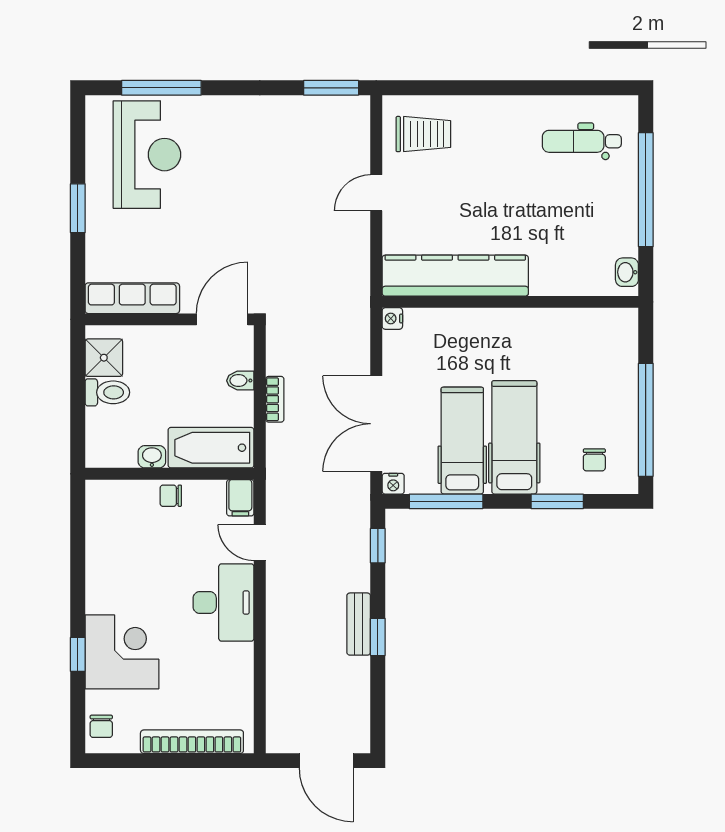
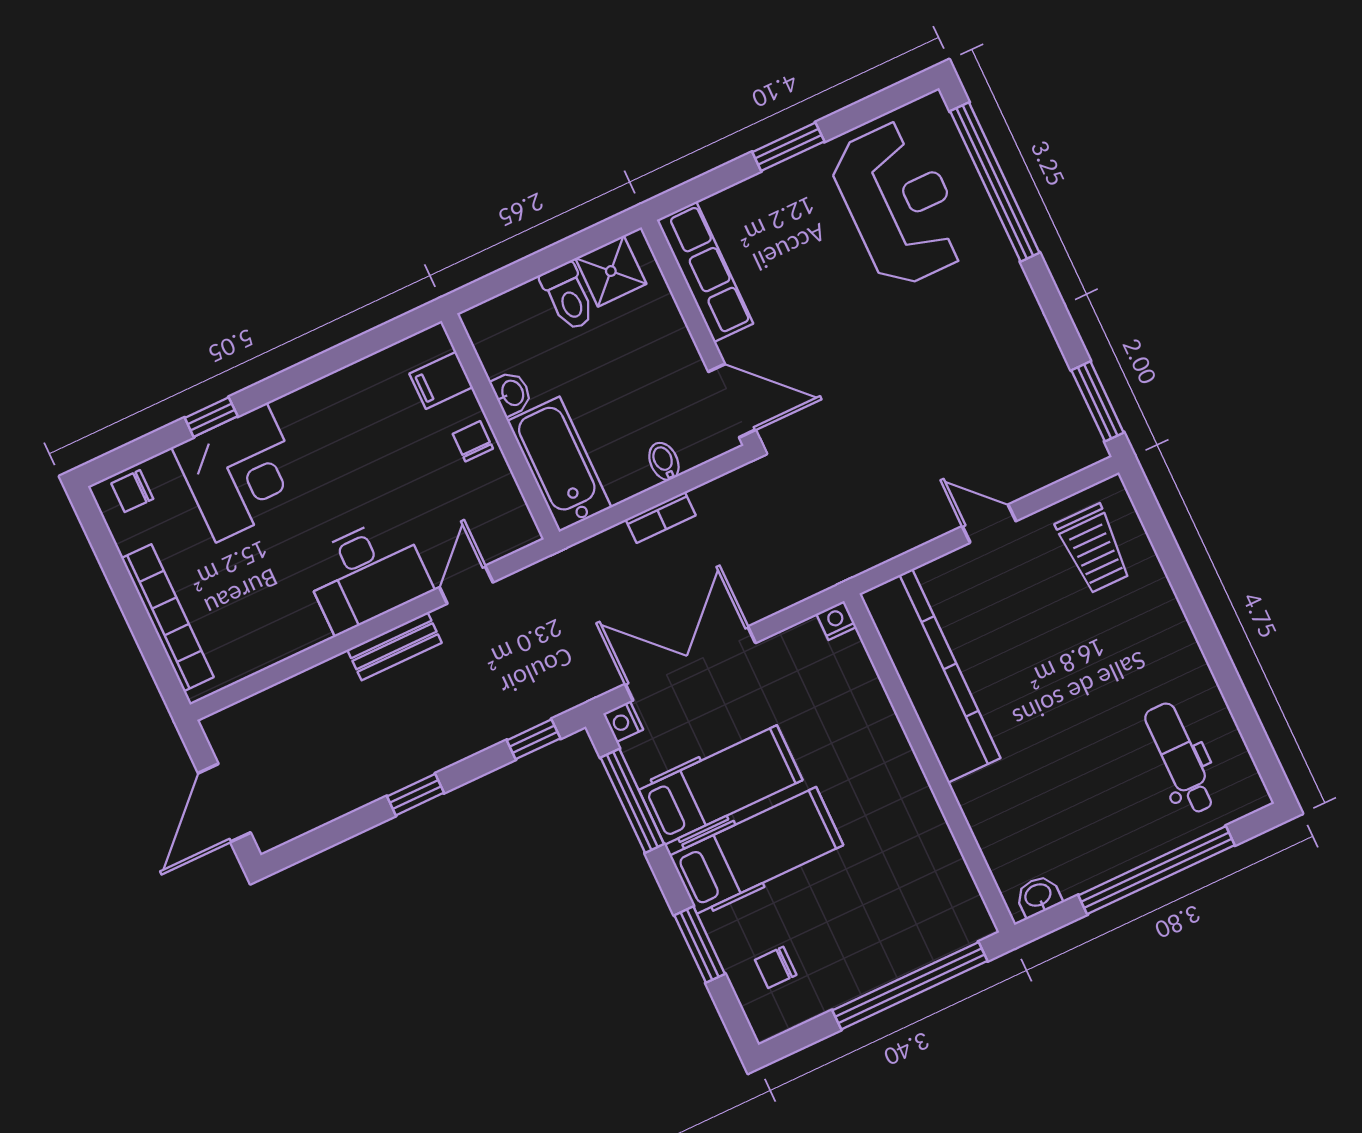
window: (161, 88) -> (995, 182), width x1.46
reception desk: (147, 155) -> (900, 204), turned -90
window: (646, 420) -> (910, 986), moved
filing cabinet: (240, 498) -> (441, 380), moved
bench: (359, 624) -> (394, 646), moved

